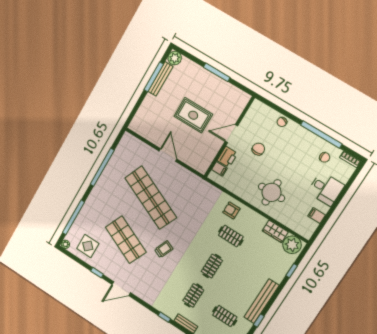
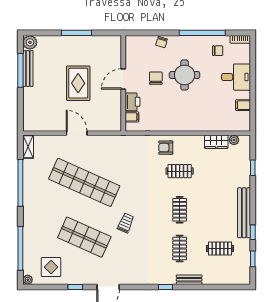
rug: (193, 115) -> (78, 83), turned 90
shelving: (124, 143) -> (28, 147), added
round table: (272, 192) -> (185, 75), moved
plant: (292, 245) -> (234, 140), width x0.53, depth x0.53

